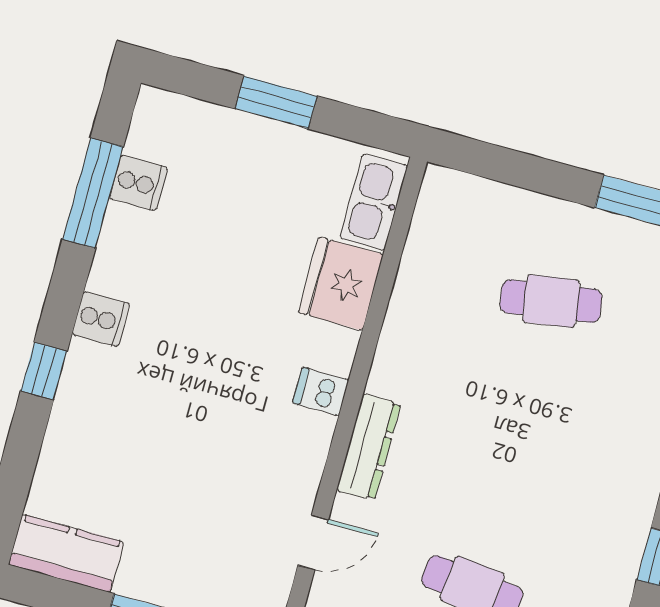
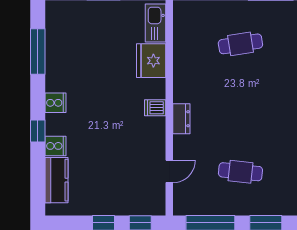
cooker: (138, 183) -> (56, 146), moved
dresser: (369, 447) -> (181, 119), width x0.70
kitchen counter: (66, 553) -> (56, 180), moved, turned 90

